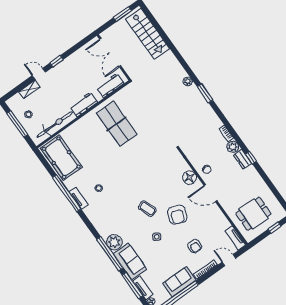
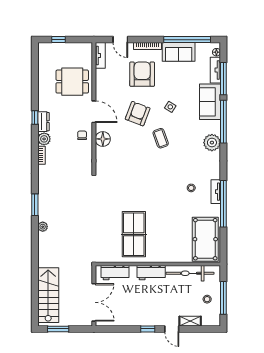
dining table: (253, 214) -> (72, 82), moved
plant: (114, 242) -> (212, 143), moved
armchair: (195, 246) -> (142, 74), width x1.88, depth x1.88

